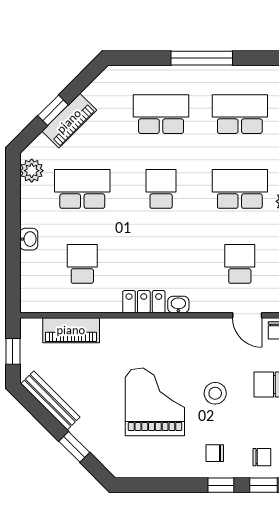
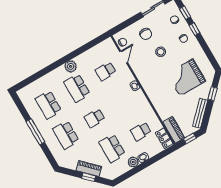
plant: (32, 171) -> (133, 162), moved
locker: (144, 302) -> (164, 138), moved
piano: (71, 330) -> (174, 130), moved
grand piano: (155, 402) -> (186, 77), moved

